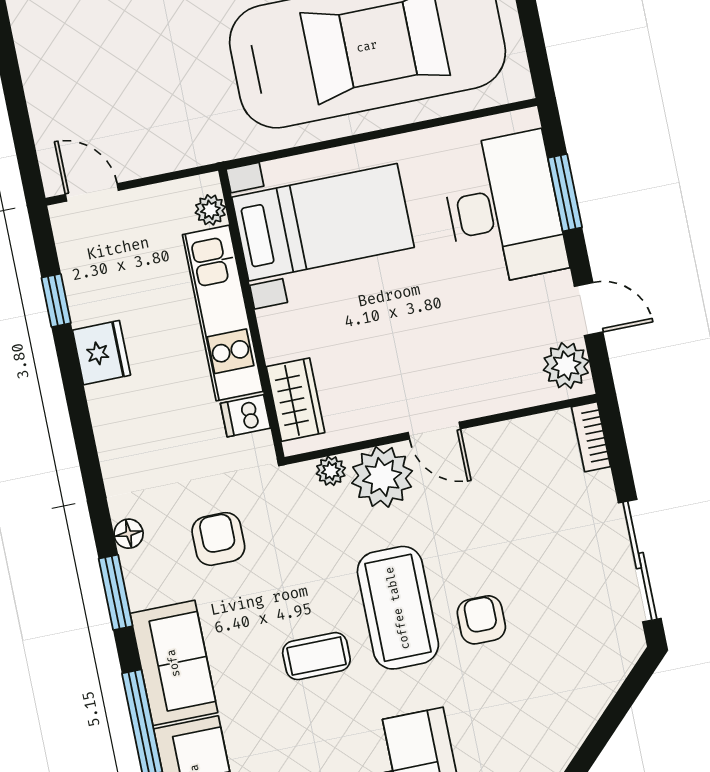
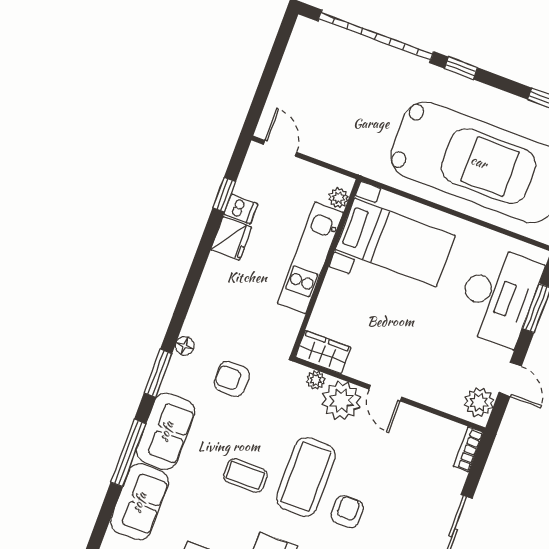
wardrobe: (295, 400) -> (323, 352), moved, turned -90
dishwasher: (245, 416) -> (241, 209), moved, turned 180
armchair: (218, 539) -> (232, 379), turned -90

